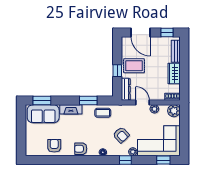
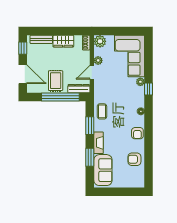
door: (141, 33) -> (23, 74), hinge flipped
window: (117, 71) -> (60, 97), width x3.17
window: (42, 100) -> (90, 157), moved
armchair: (121, 135) -> (124, 93), removed
window: (163, 160) -> (149, 52), removed

